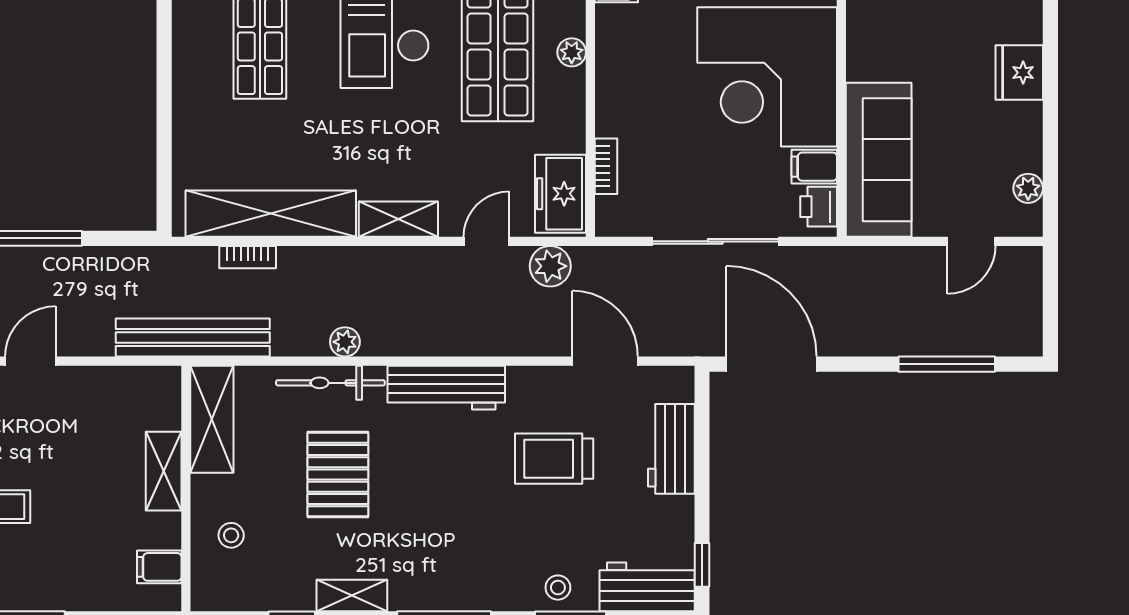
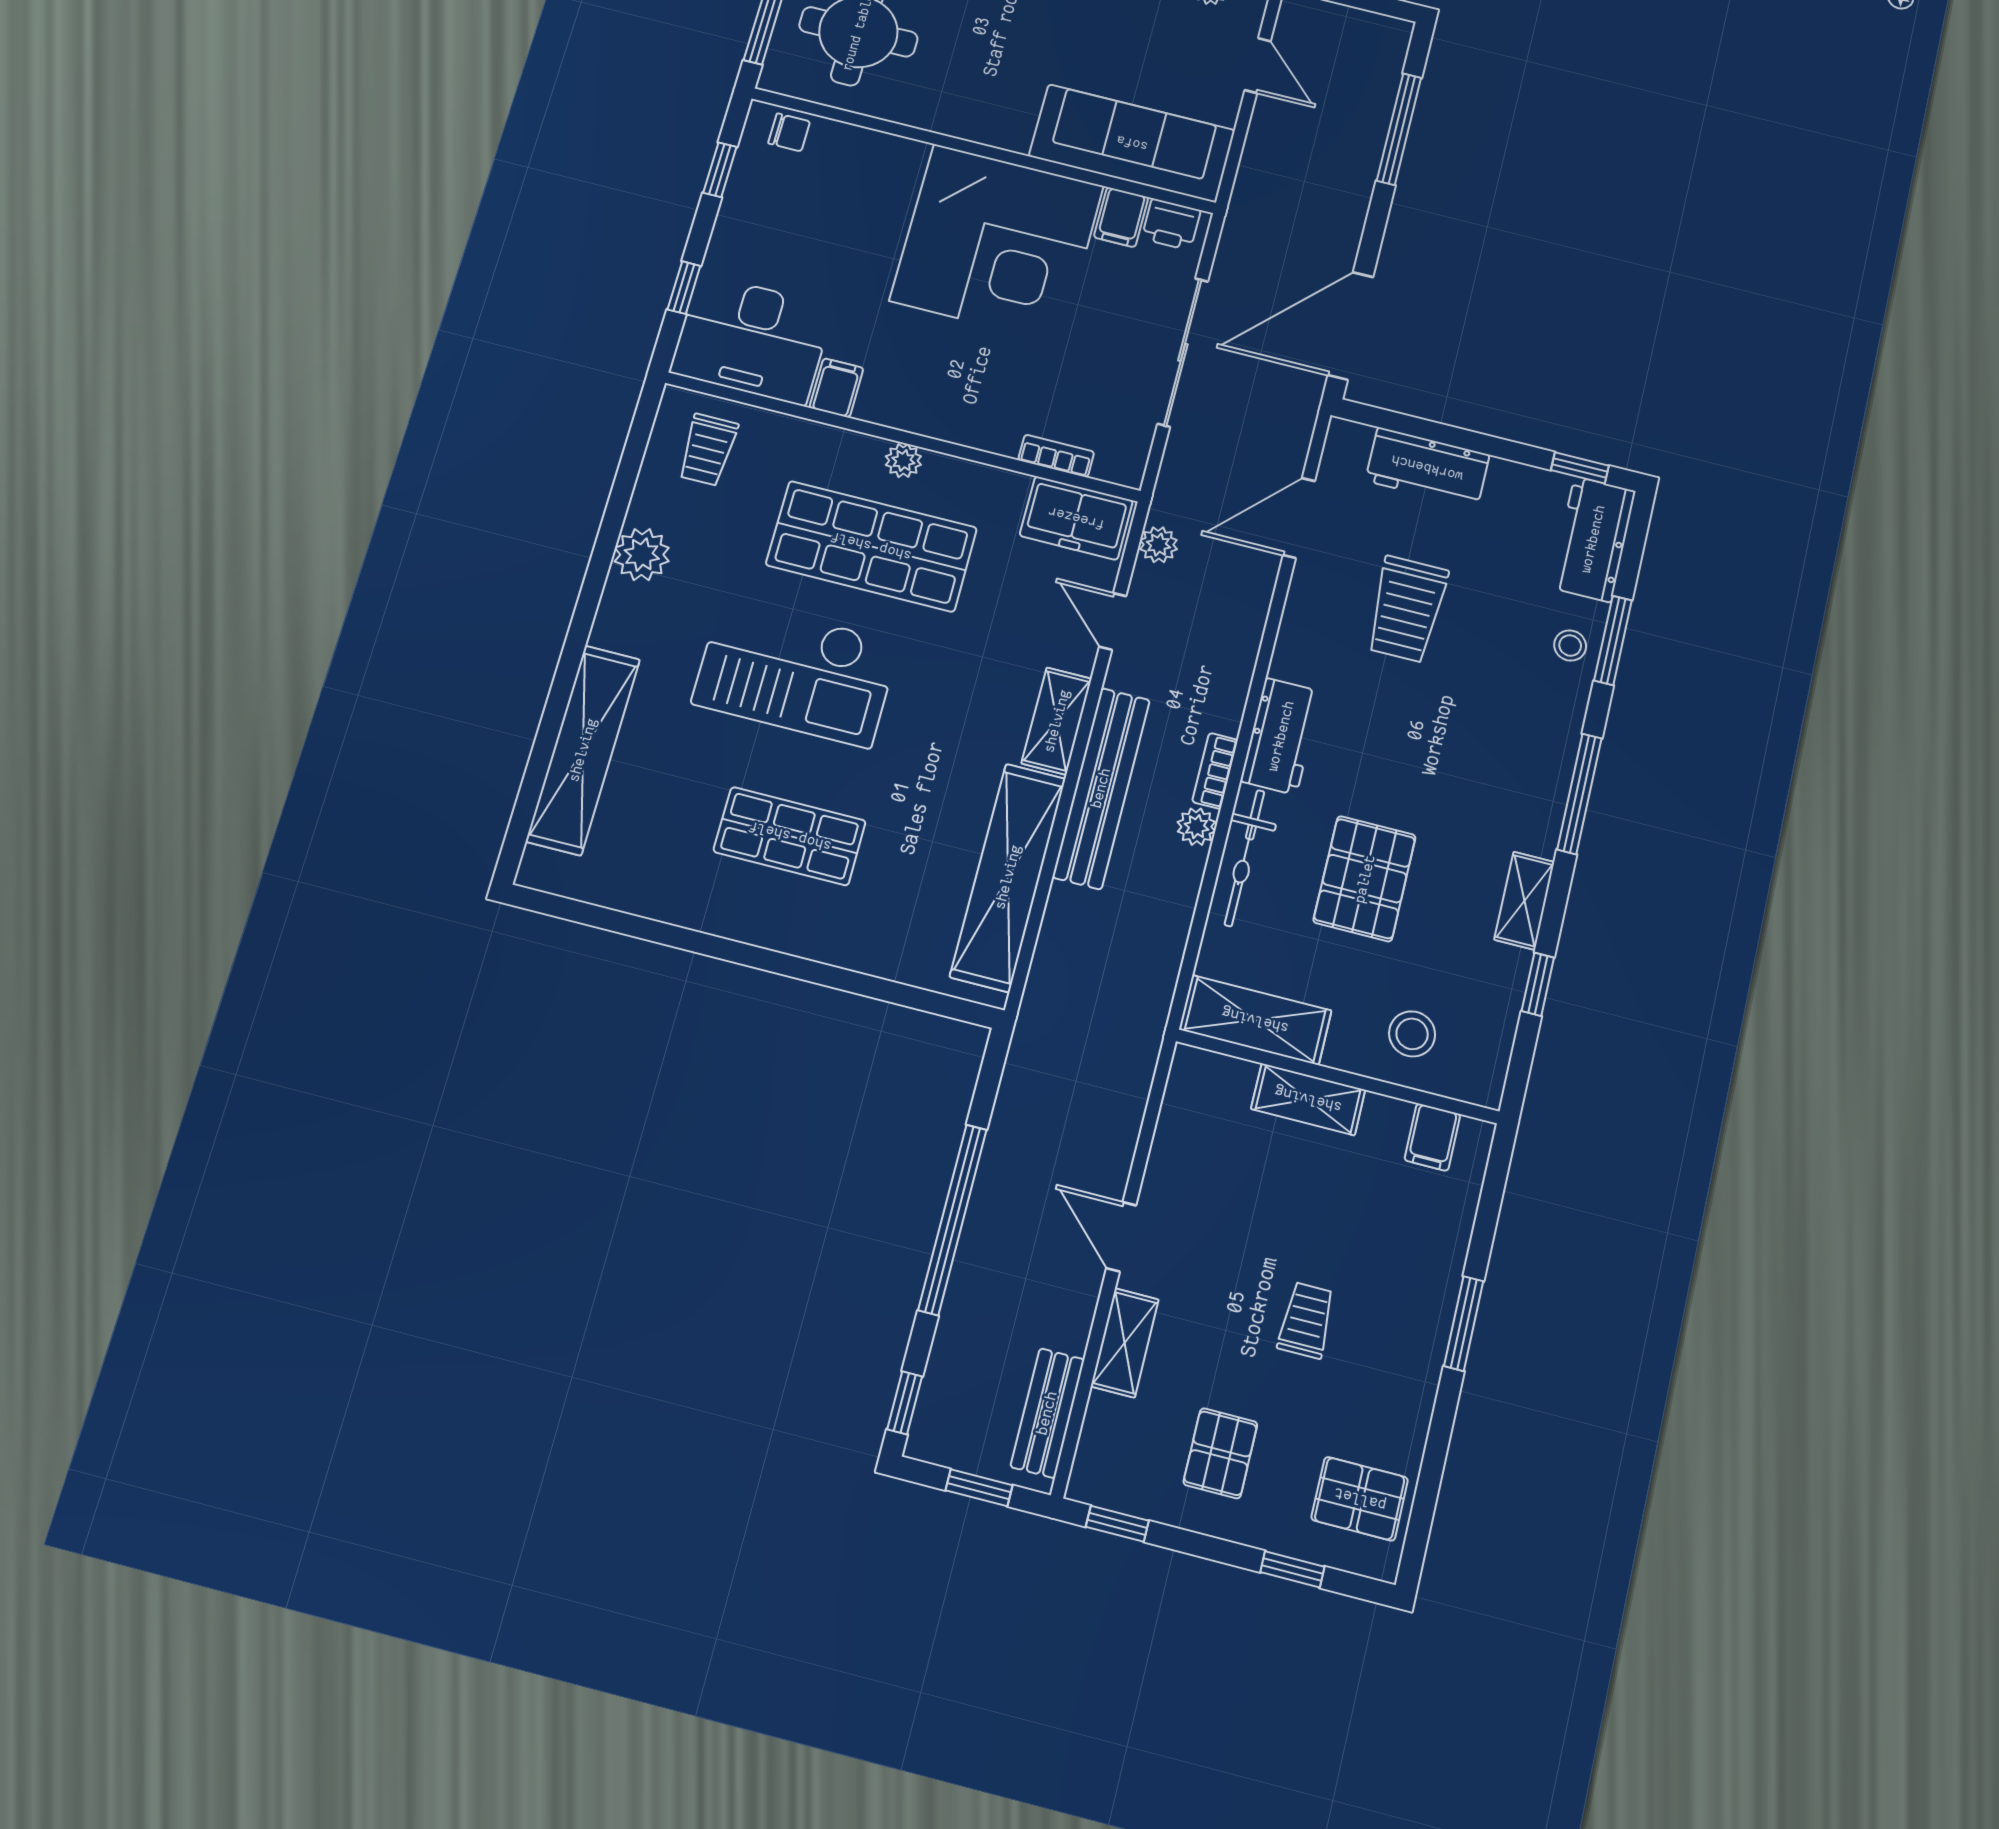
bookcase: (248, 257) -> (1215, 771), moved, turned 180
plant: (550, 266) -> (1158, 545), width x0.73, depth x0.73
bench: (193, 338) -> (1101, 788), moved
workbench: (446, 388) -> (1281, 736), width x0.73
pallet: (338, 474) -> (1365, 879), turned 90
stool: (231, 535) -> (1412, 1034), width x1.37, depth x1.37

